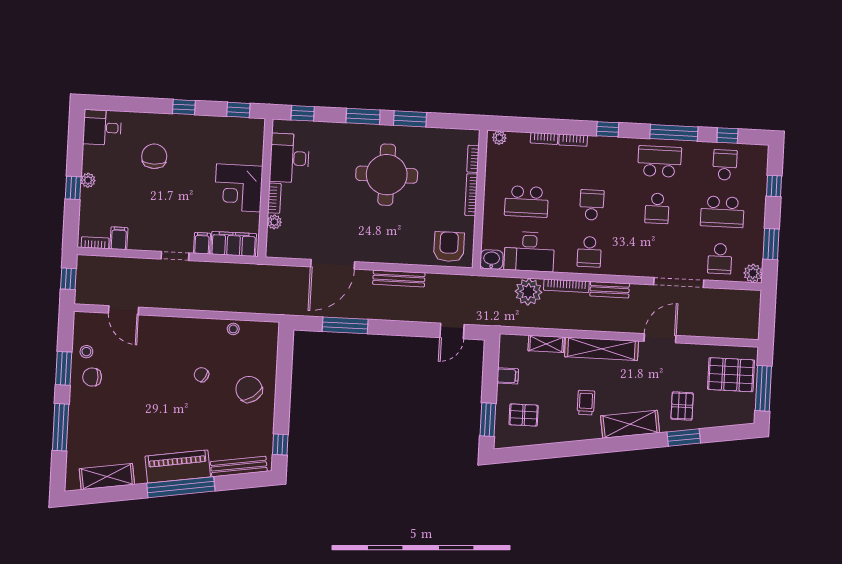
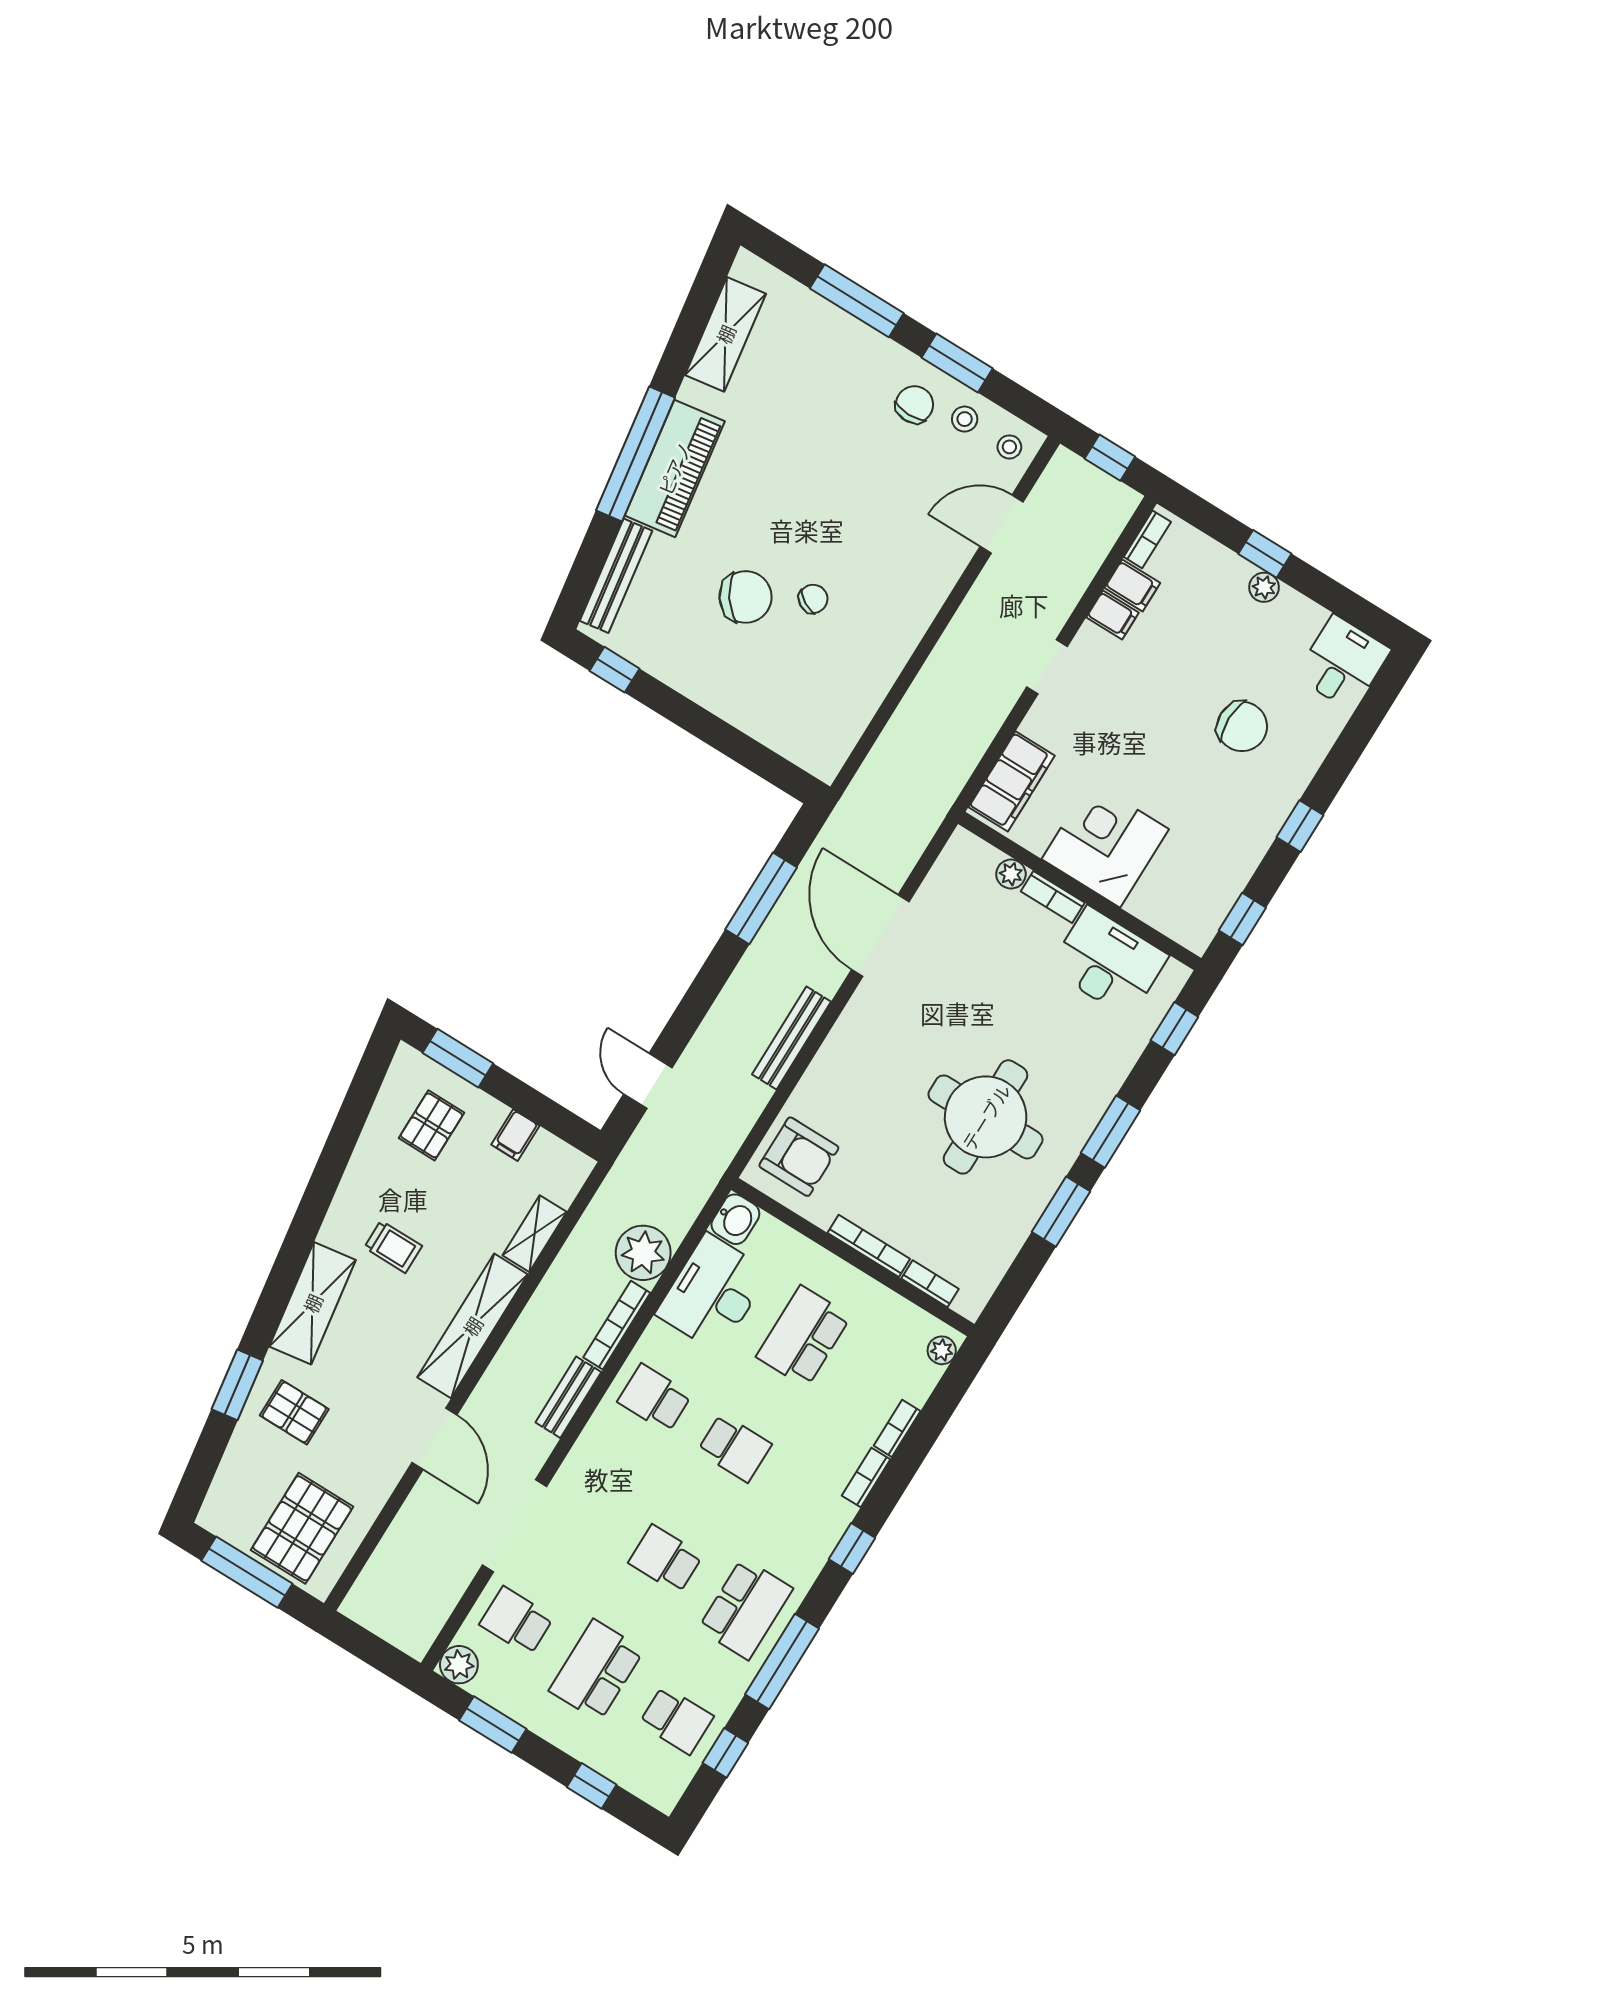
filing cabinet: (202, 243) -> (1112, 615), moved
stool: (233, 329) -> (1009, 447), moved
chair: (249, 389) -> (745, 597), moved

